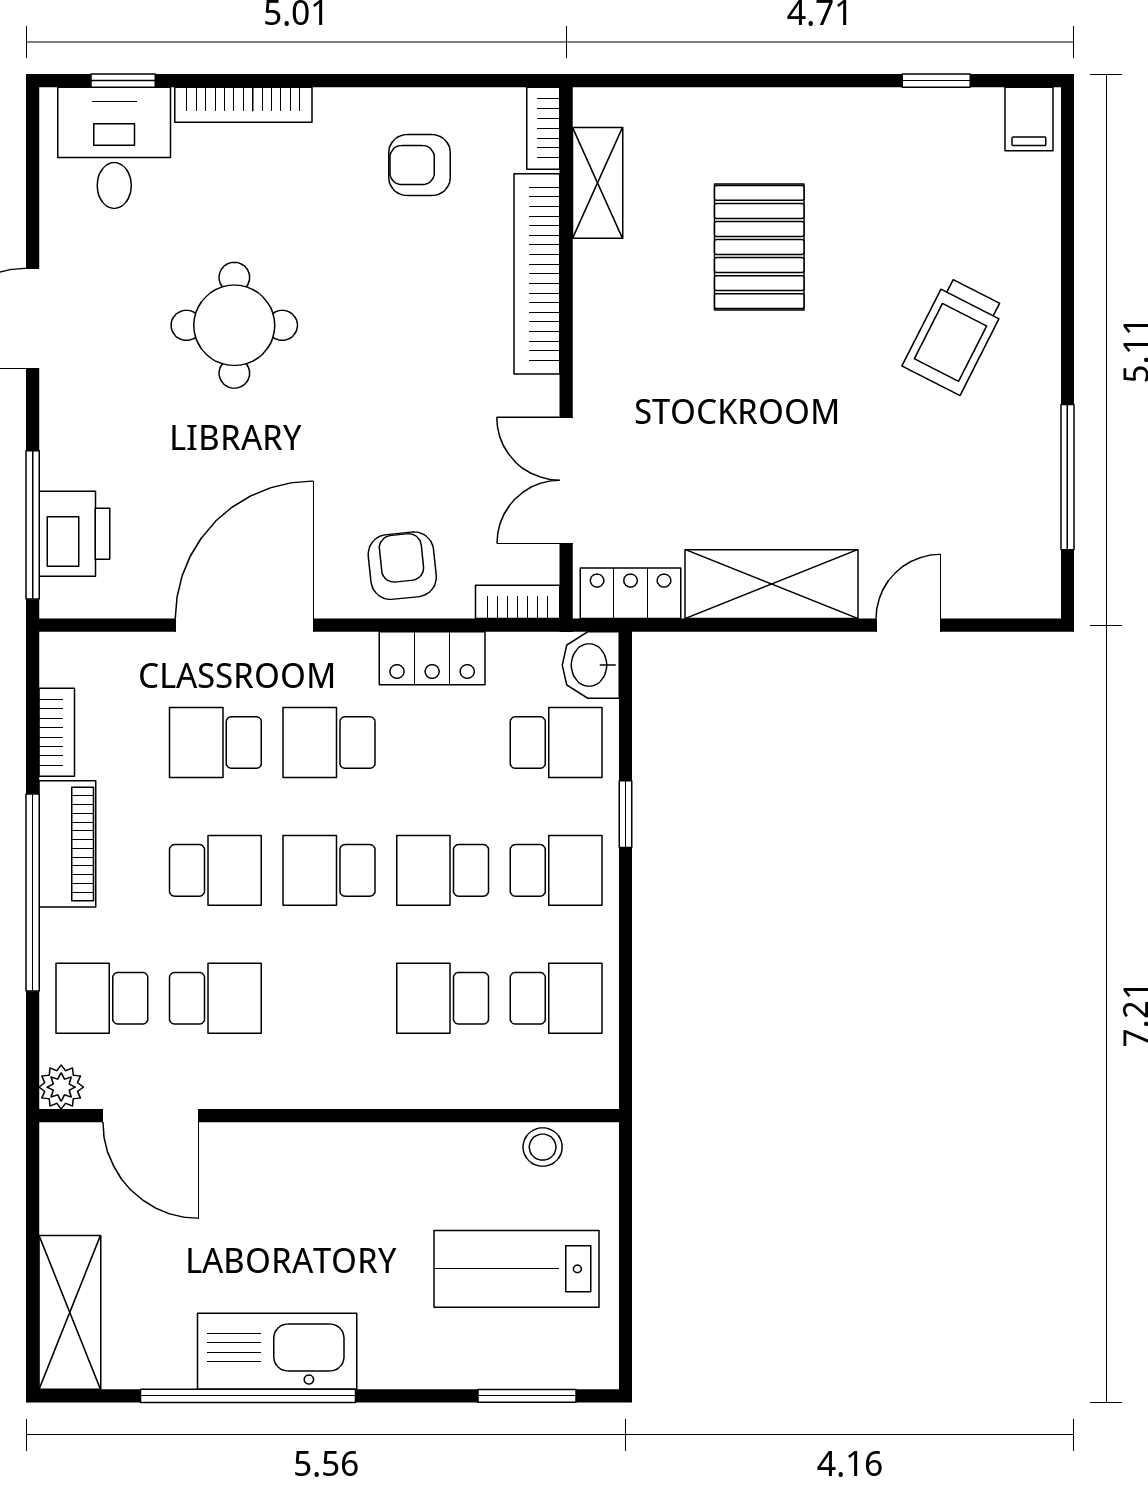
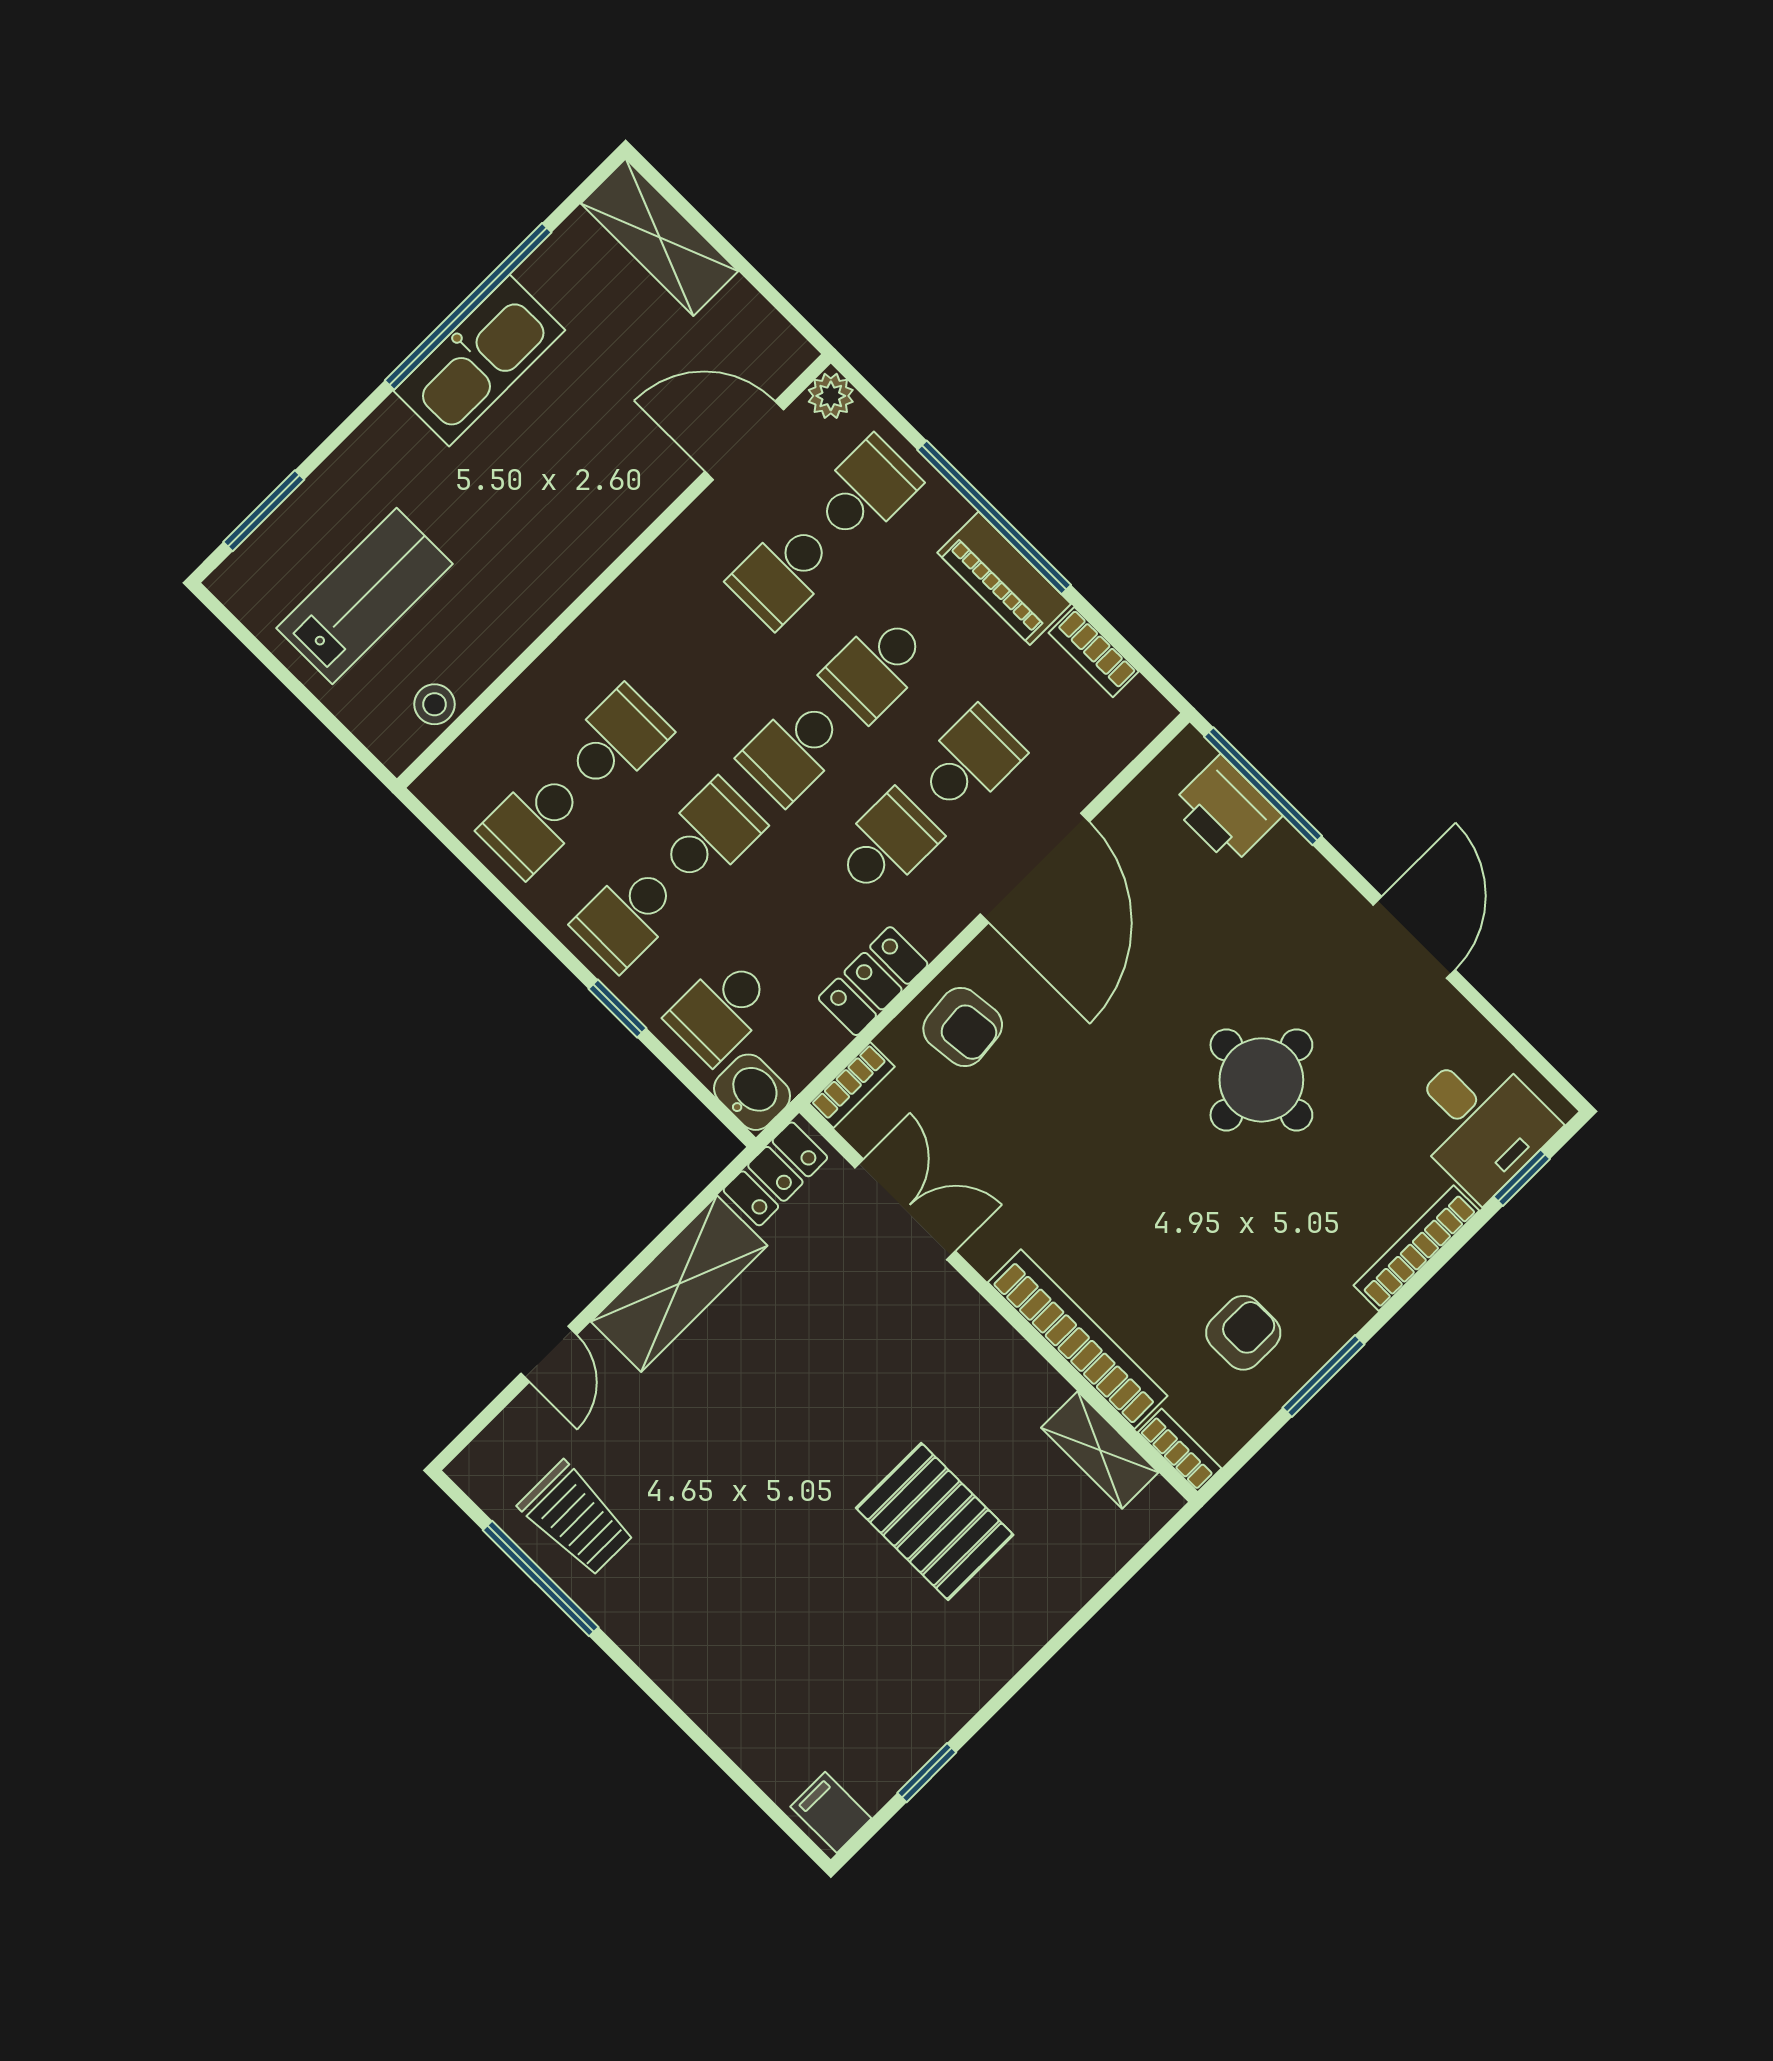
window: (394, 81) -> (1323, 1376), added
trolley: (954, 336) -> (577, 1519), moved, turned 153
school desk: (329, 870) -> (793, 750), turned 180

